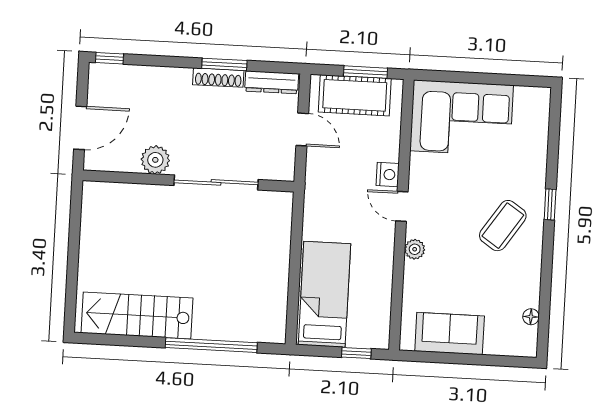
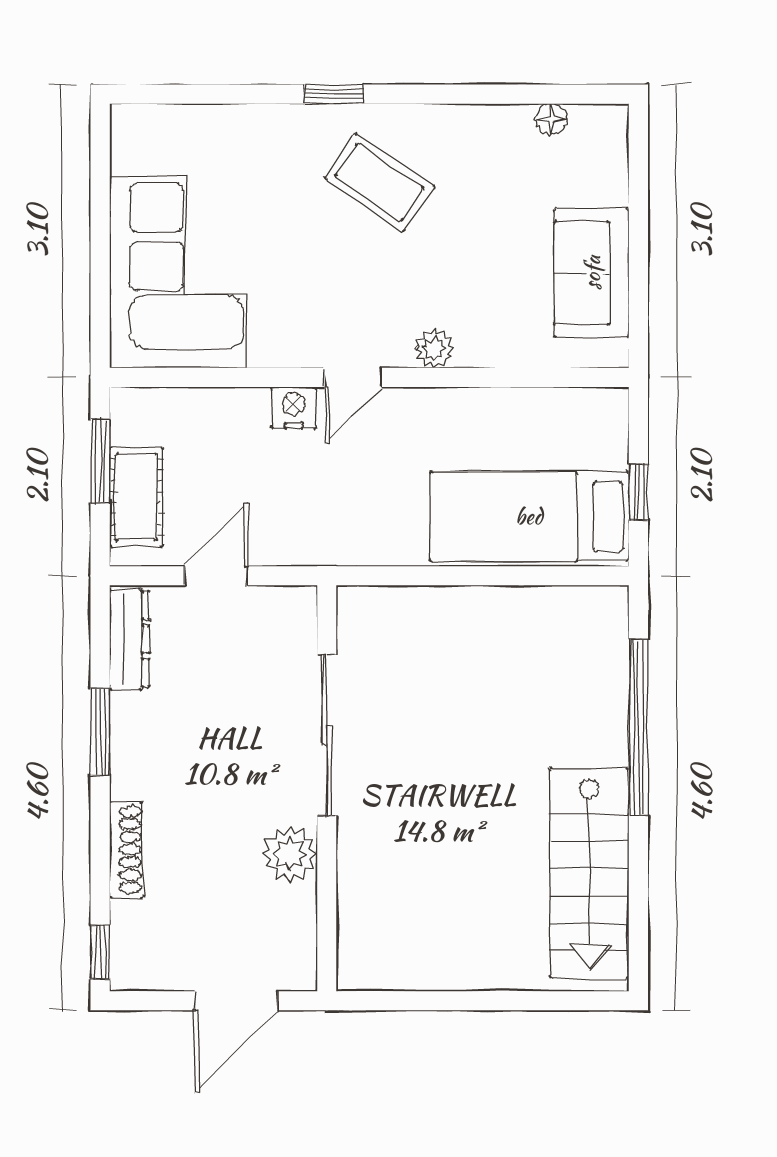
shoe rack: (218, 78) -> (126, 849), moved
cot: (355, 95) -> (136, 497), width x0.73, depth x0.75
door: (80, 128) -> (236, 1001), swing flipped
window: (356, 353) -> (638, 492), moved

